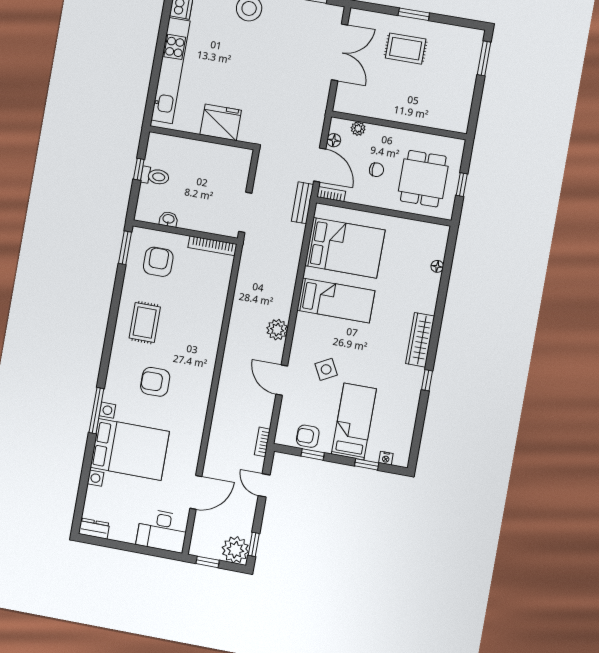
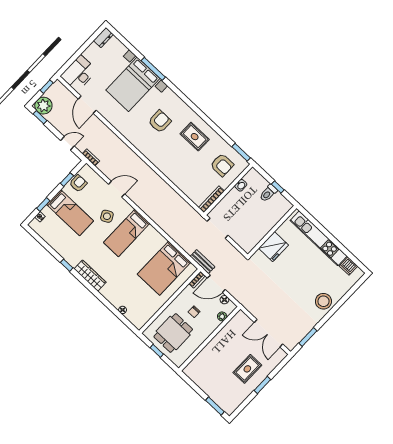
dining table: (423, 179) -> (173, 333), turned 90
bed: (336, 301) -> (127, 233), moved
plant: (277, 330) -> (145, 204), removed
window: (96, 411) -> (153, 69), moved

